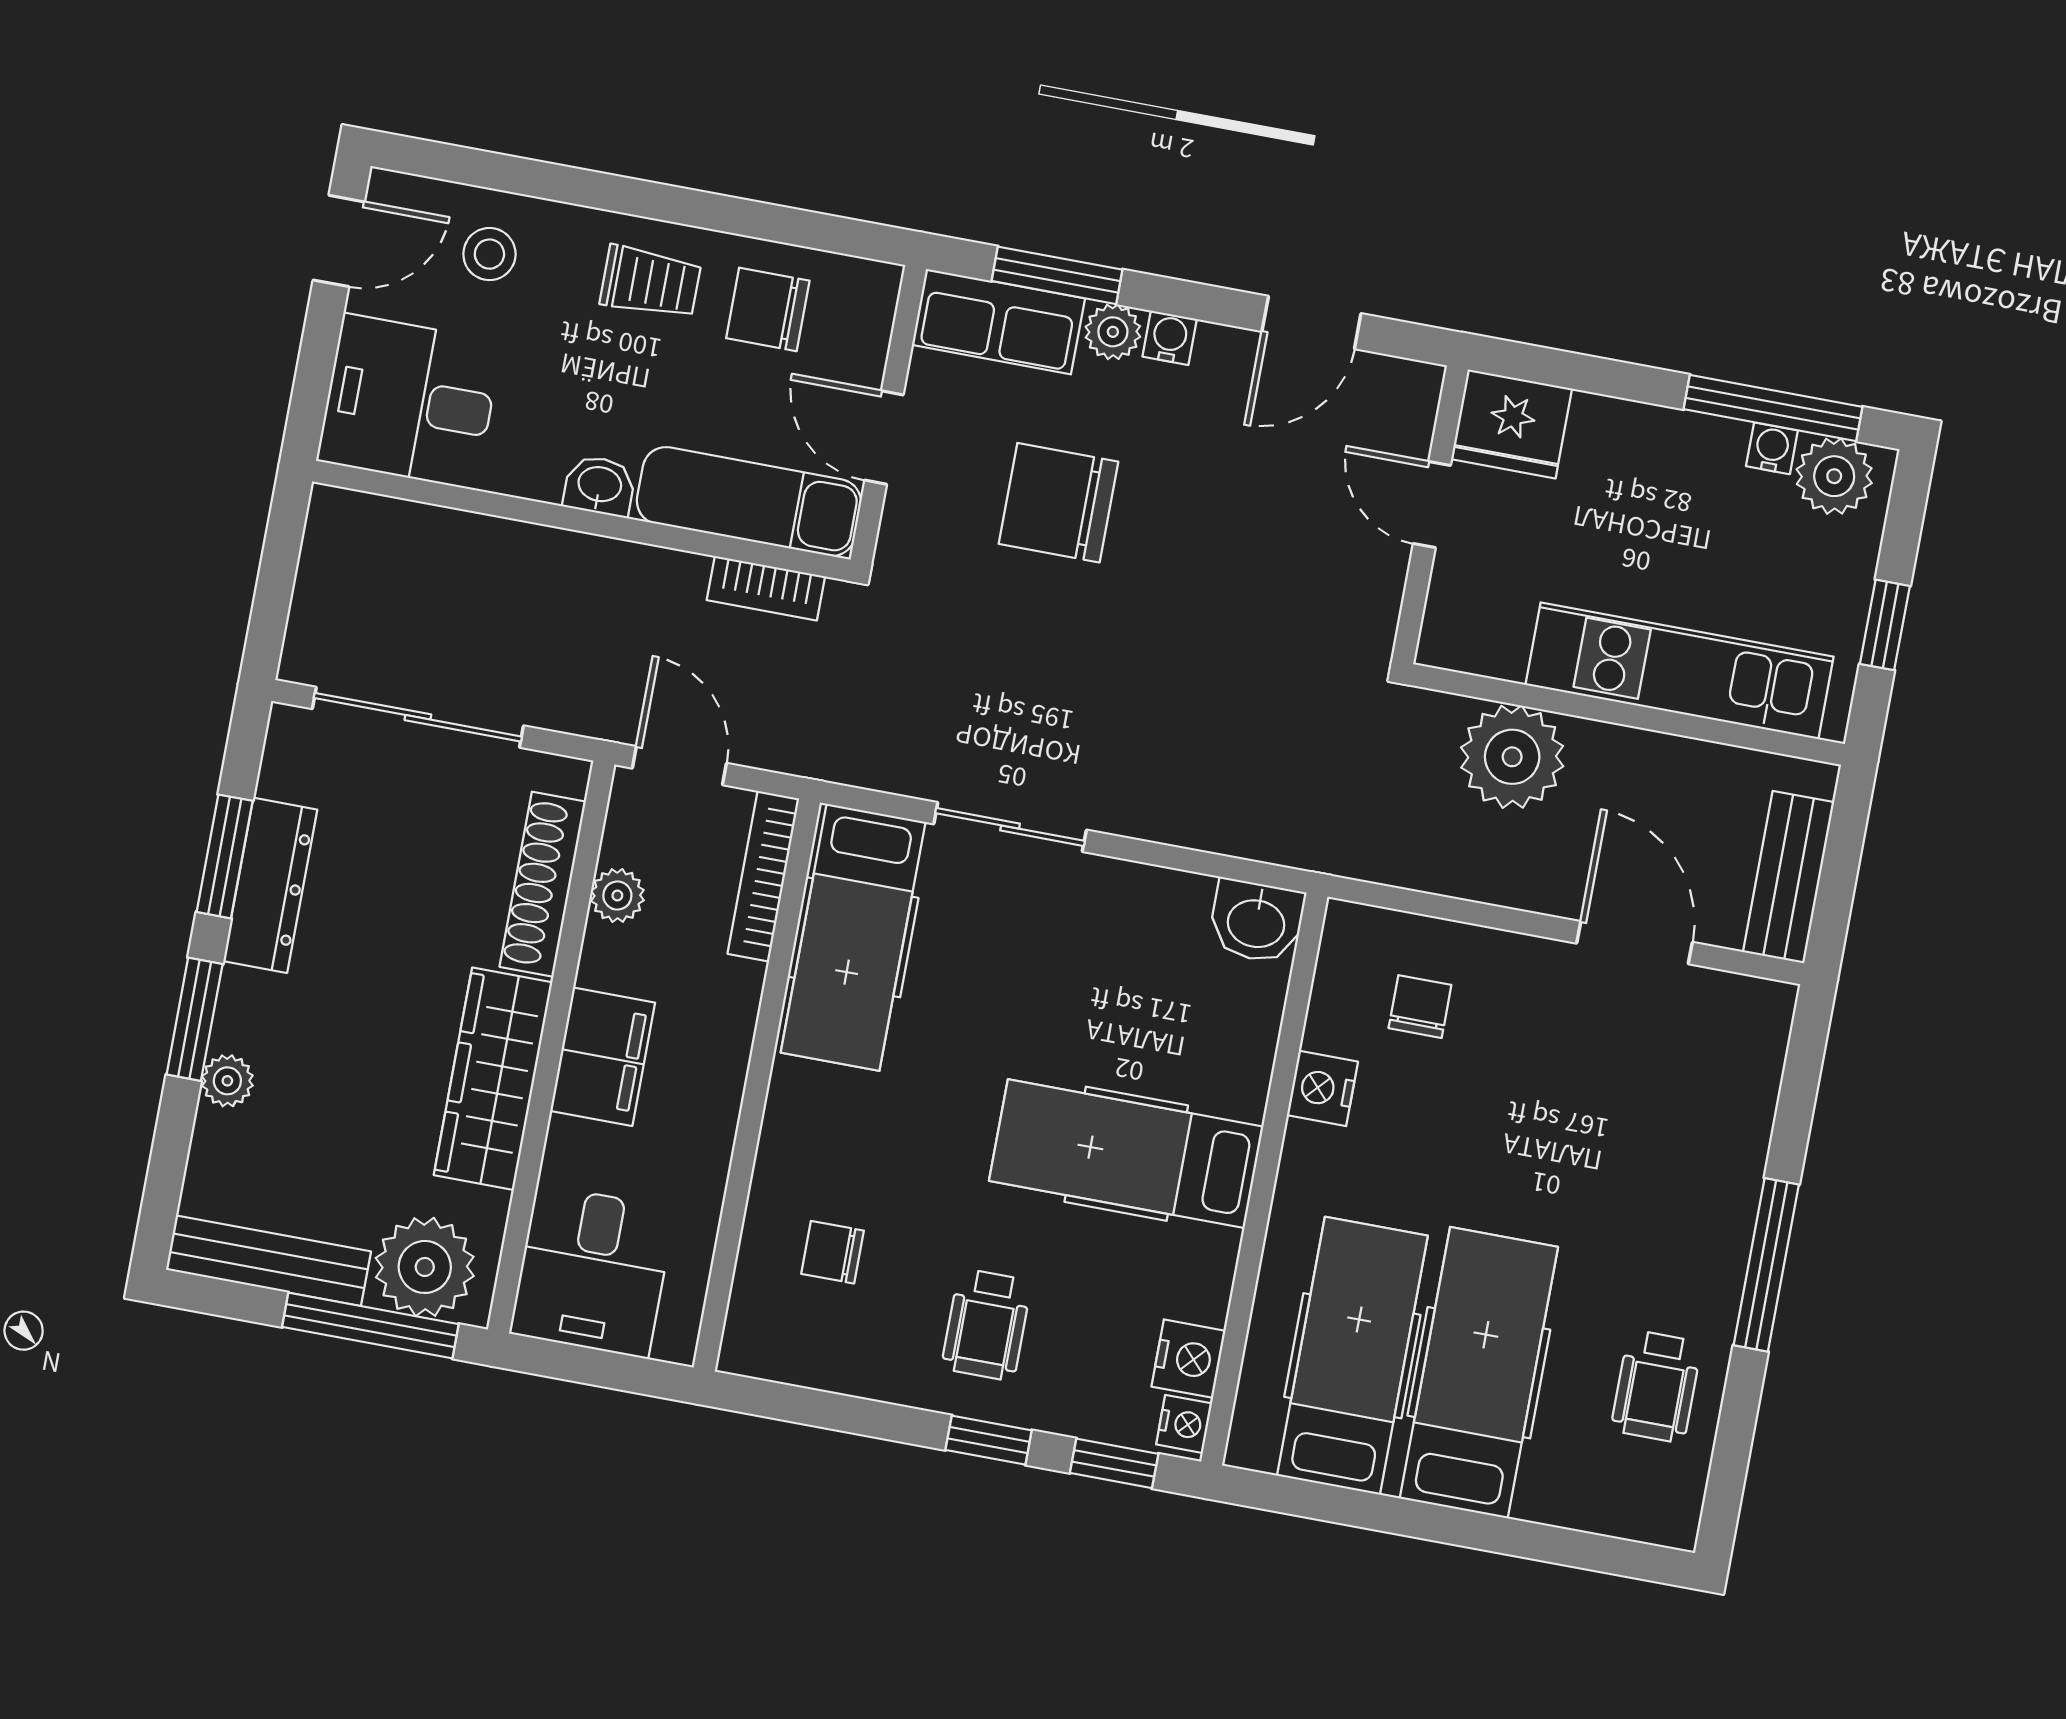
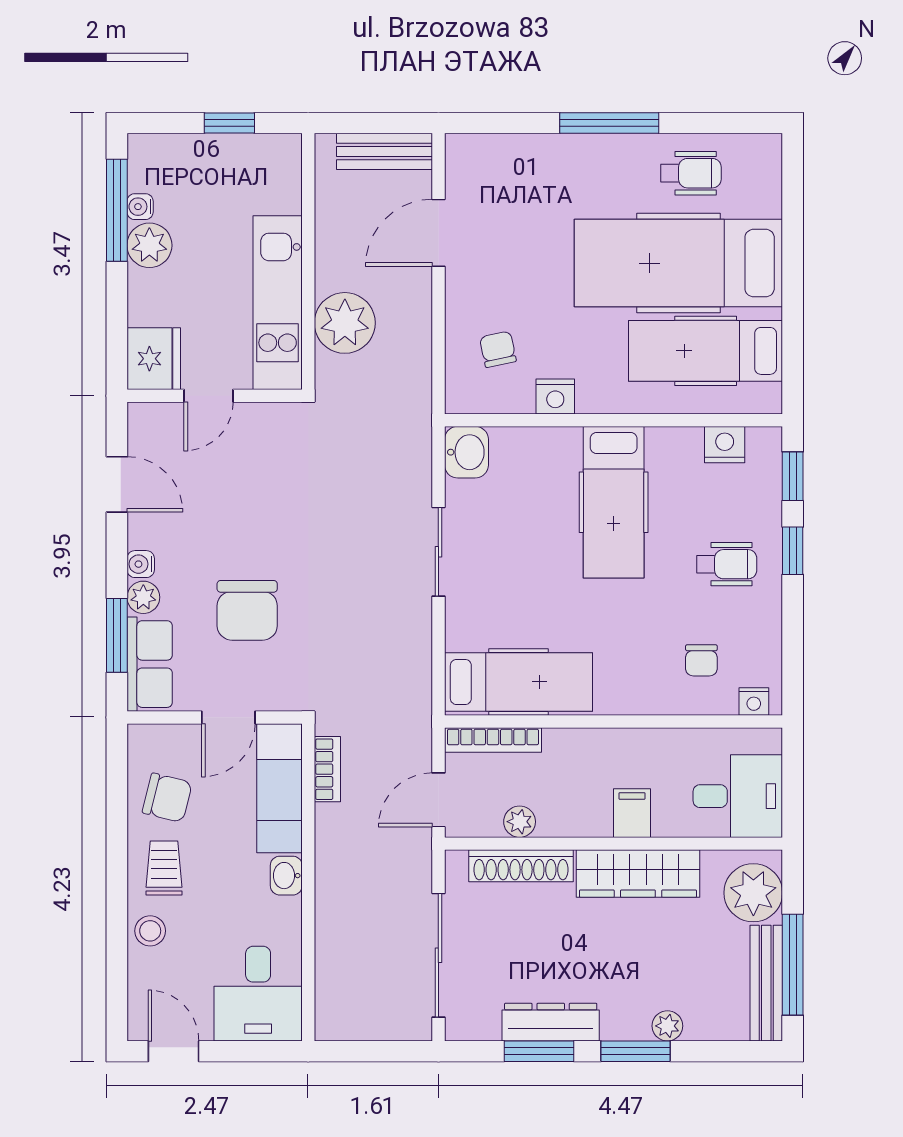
stool: (489, 254) -> (150, 931), moved
chair: (768, 309) -> (167, 798), turned -76
plant: (1834, 476) -> (149, 245), moved
kitchen unit: (1680, 671) -> (278, 303), moved
sliding door: (1010, 827) -> (438, 552), moved
chair: (1420, 1007) -> (498, 349), turned 78
filing cabinet: (603, 1057) -> (632, 813), width x0.50
window: (370, 1326) -> (793, 965), moved
hospital bed: (1479, 1373) -> (678, 263), width x1.37, depth x1.29
nightstand: (1184, 1424) -> (754, 701), moved, turned 180

